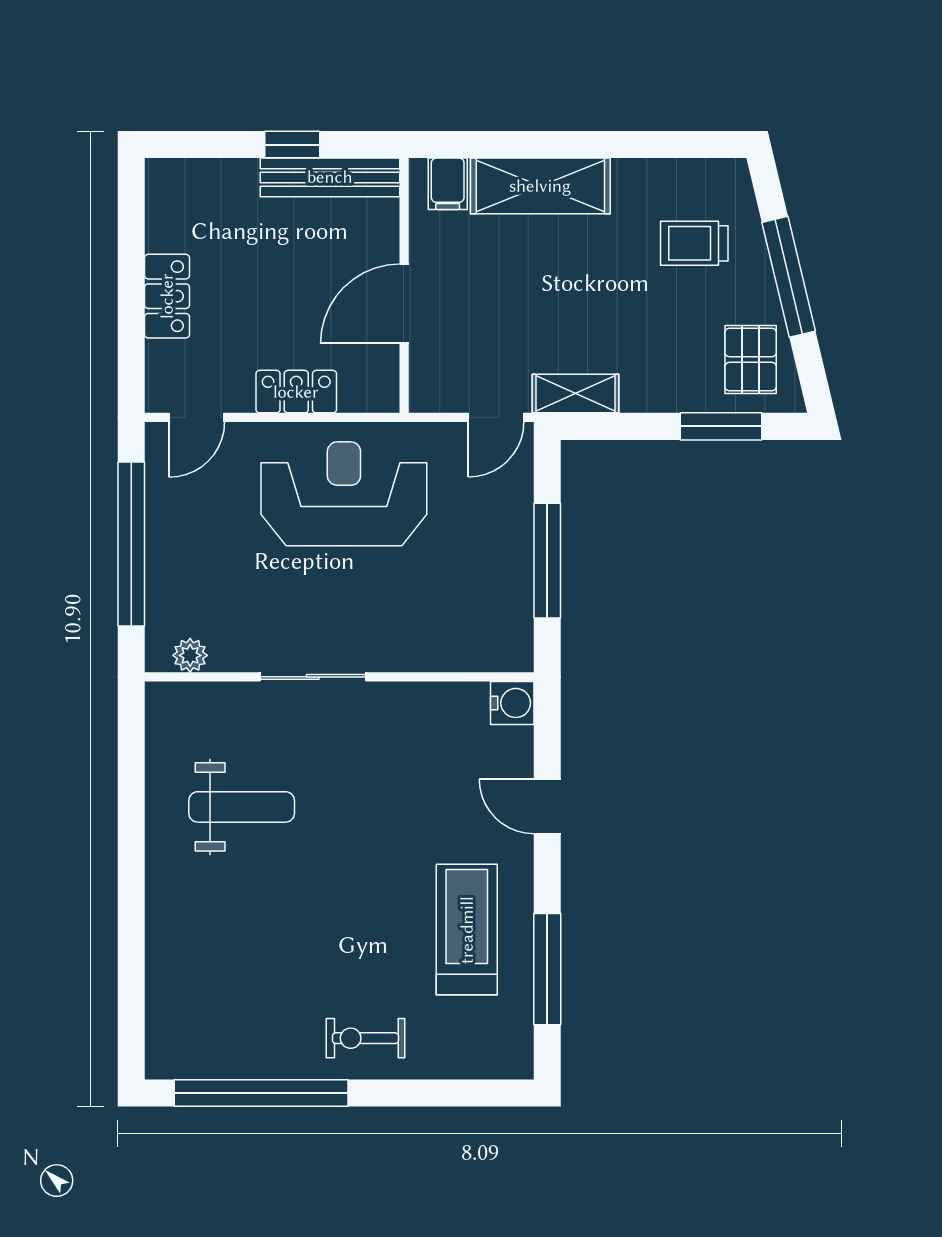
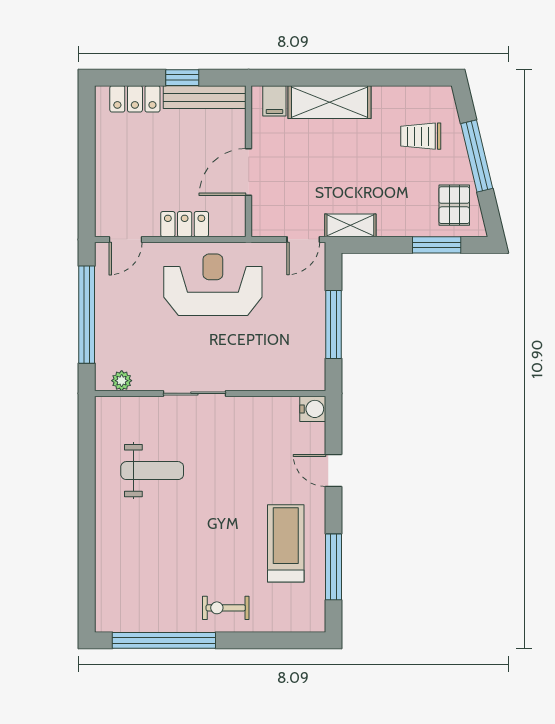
locker: (167, 296) -> (135, 99), moved, turned 90

